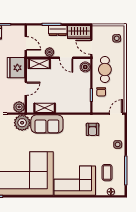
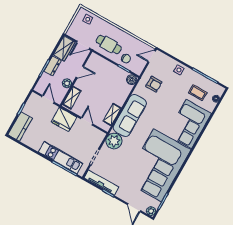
door: (26, 43) -> (48, 99), hinge flipped
boiler: (85, 67) -> (132, 80), moved
plant: (19, 107) -> (99, 136), removed
door: (116, 114) -> (152, 56), hinge flipped
sofa: (47, 124) -> (130, 115), width x1.36

